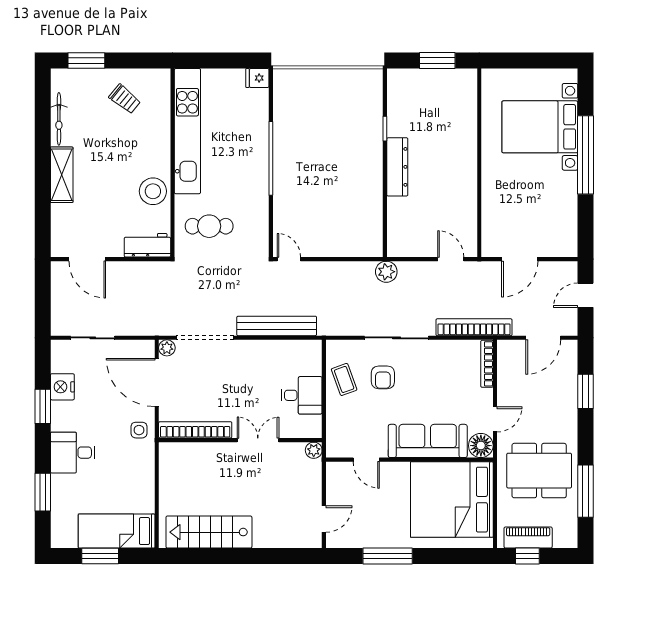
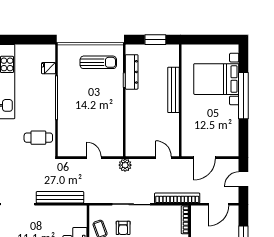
fridge: (257, 78) -> (49, 68), moved
sun lounger: (341, 99) -> (98, 62), added
bench: (468, 145) -> (173, 90), added
dresser: (397, 167) -> (132, 72), moved
cafe table: (209, 226) -> (38, 138), moved
door: (289, 259) -> (94, 158), moved

